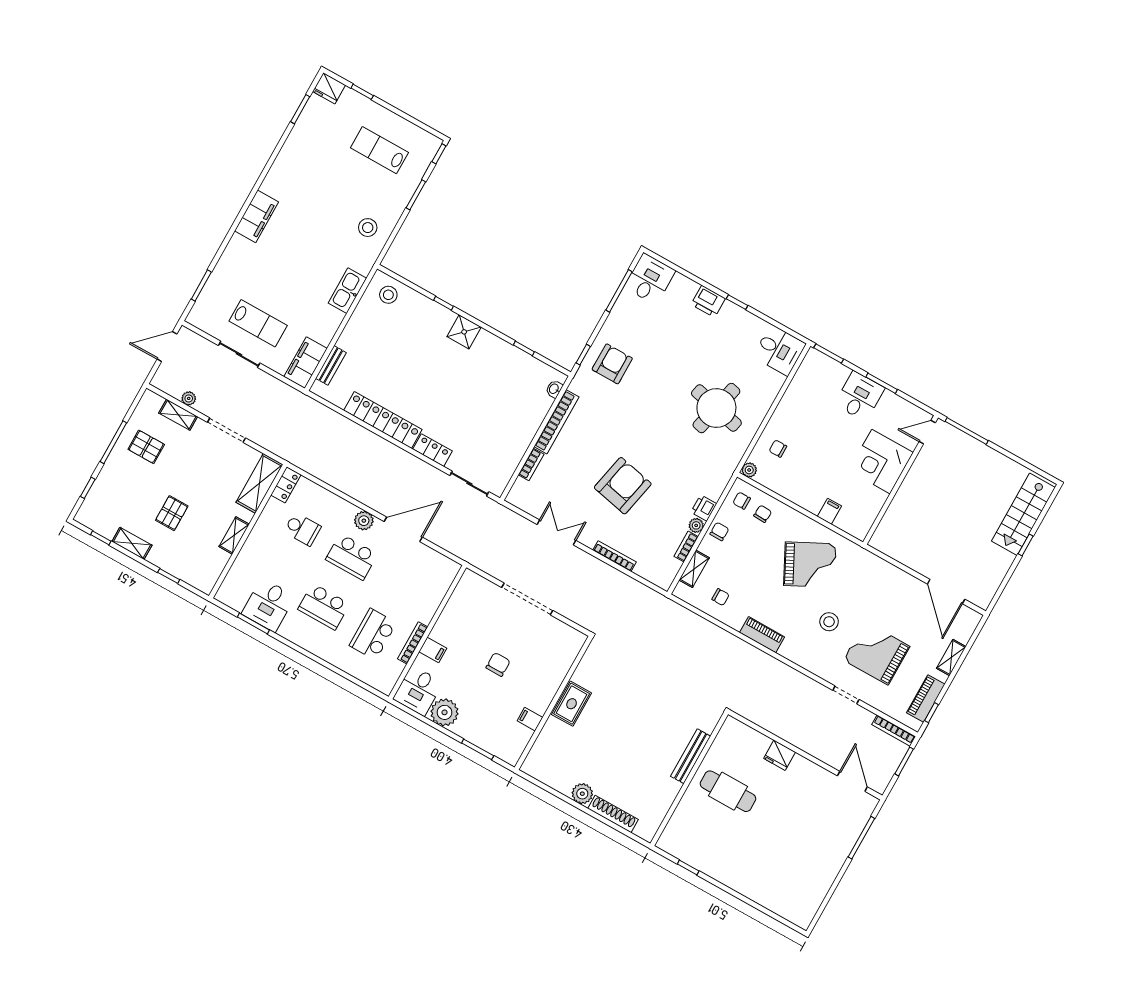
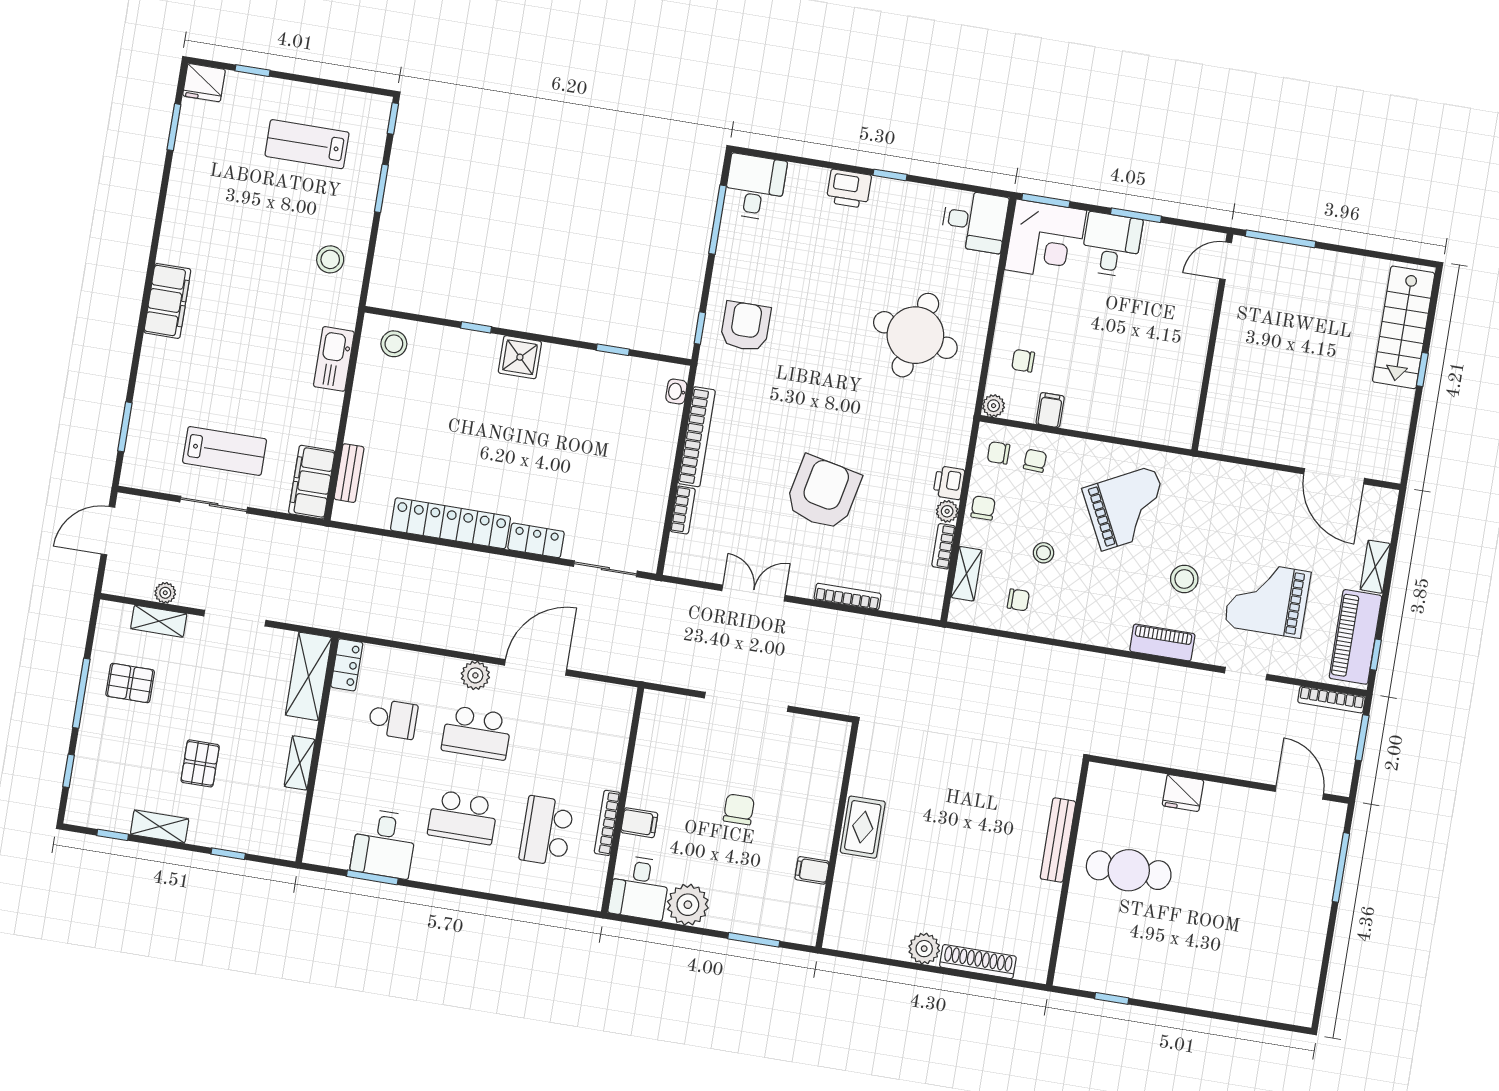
corner desk: (881, 462) -> (1046, 240), moved, turned -90
filing cabinet: (829, 511) -> (1050, 410), moved
stool: (747, 573) -> (1044, 553), added
piano: (762, 635) -> (1162, 643), moved
piano: (926, 698) -> (1355, 637), width x1.37, depth x1.33

